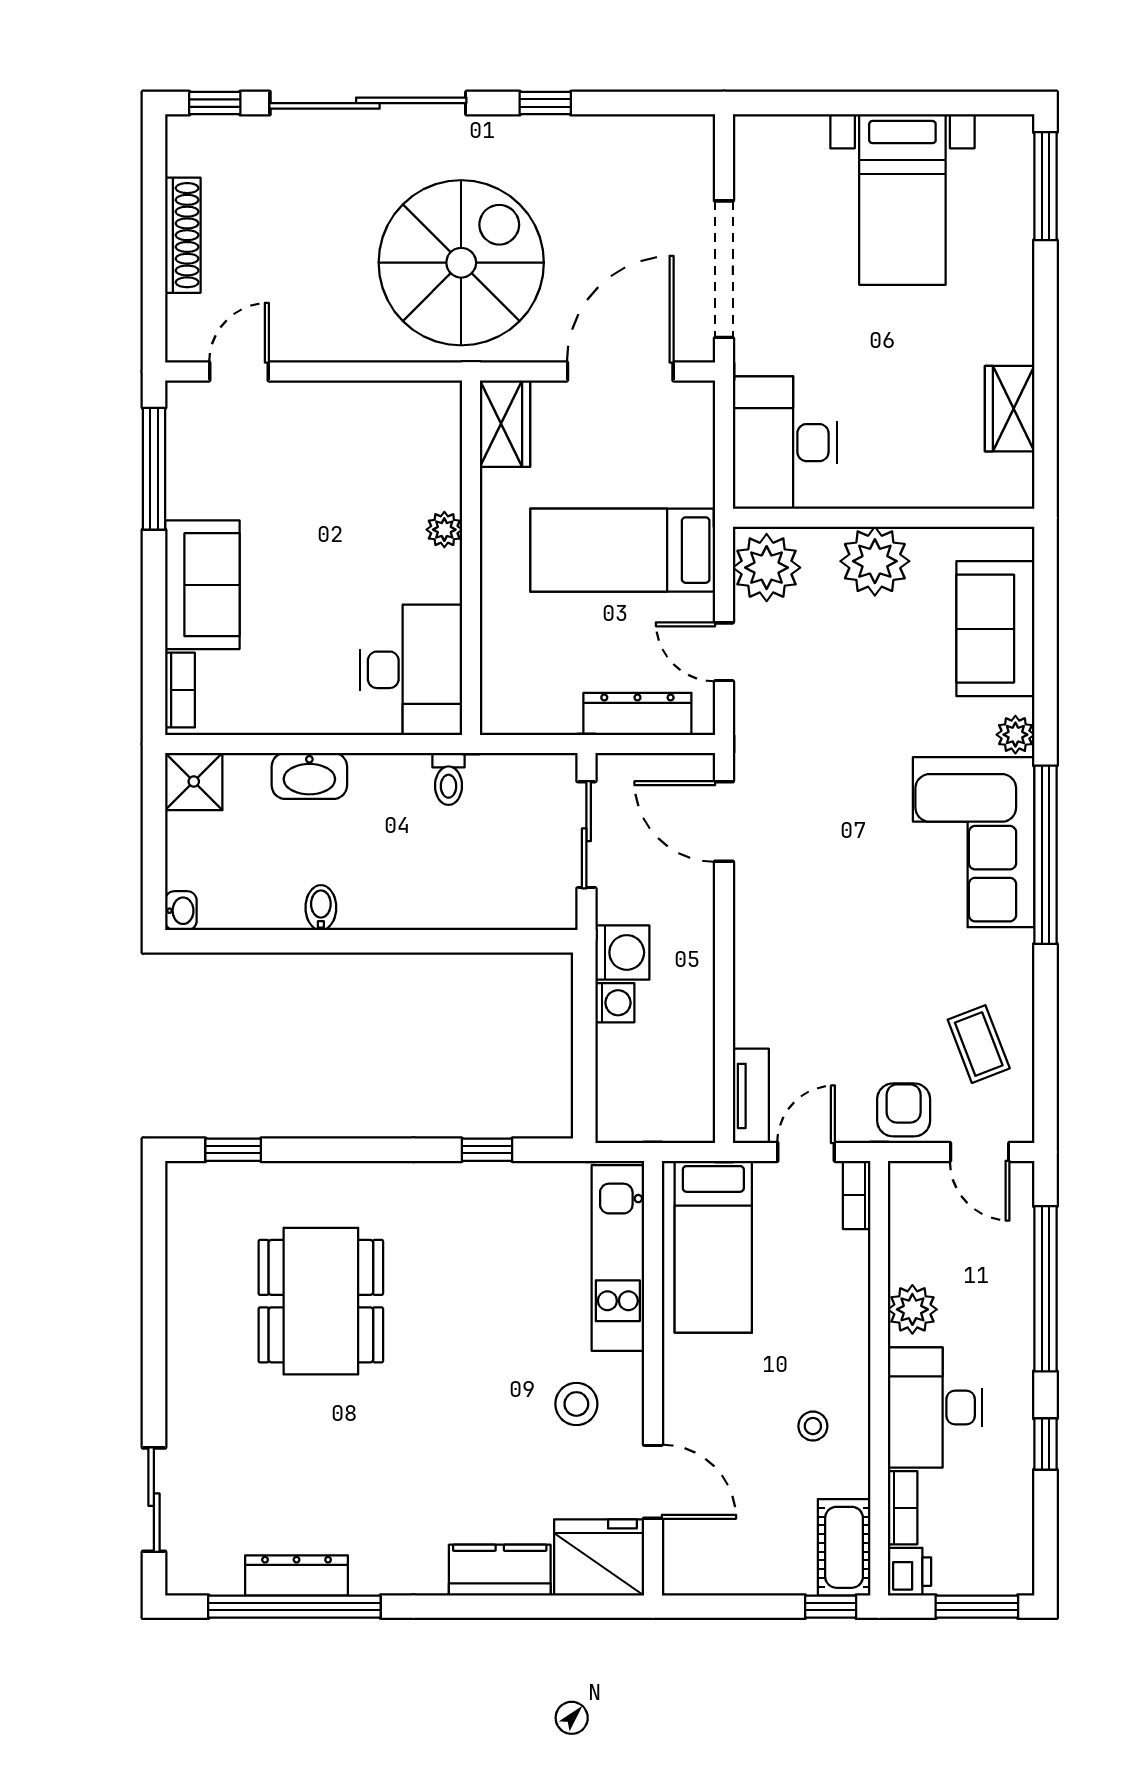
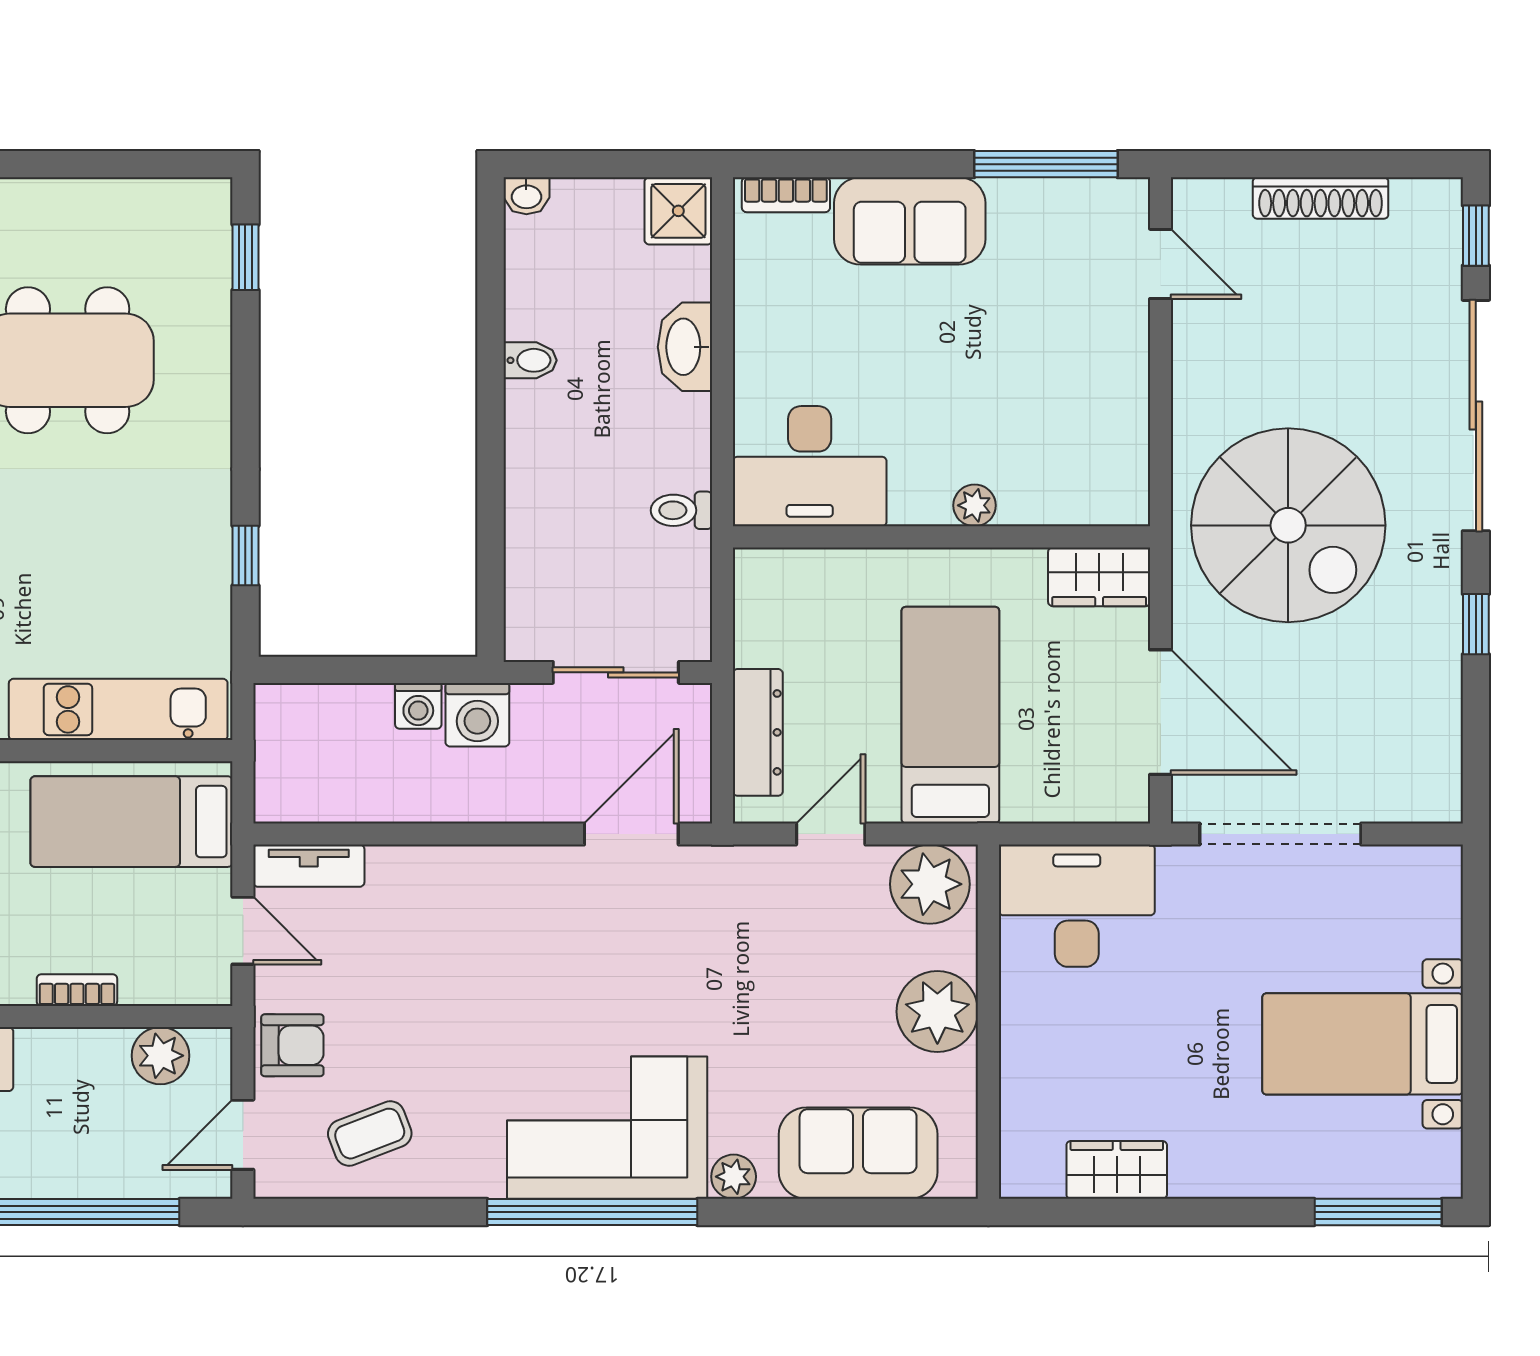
bookcase: (857, 1195) -> (77, 990), moved
plant: (912, 1309) -> (160, 1056), moved

